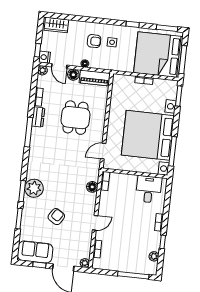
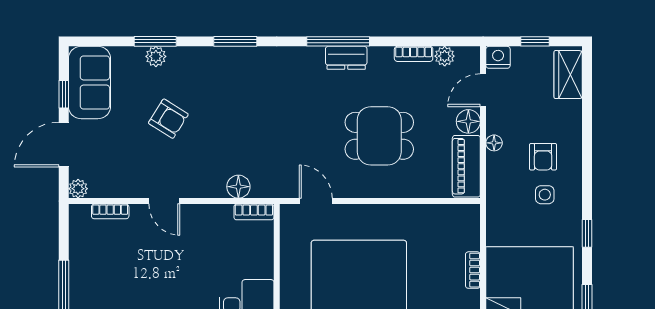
window: (38, 50) -> (535, 41), moved
plant: (43, 70) -> (445, 56), moved
dresser: (38, 117) -> (346, 58), moved
plant: (34, 188) -> (156, 56), moved, width x0.53, depth x0.53
window: (22, 191) -> (235, 41), moved

